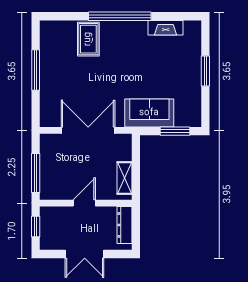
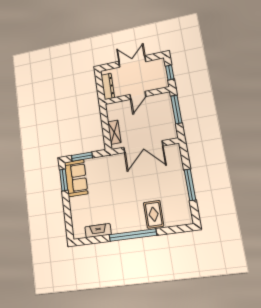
window: (205, 71) -> (64, 180), moved
sofa: (149, 113) -> (76, 178), moved, turned -90
shelving: (125, 178) -> (114, 132), moved

